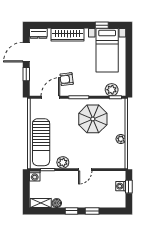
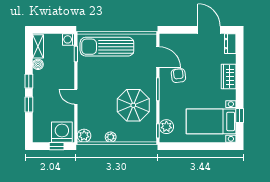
wardrobe: (67, 35) -> (229, 77), width x0.67
window: (26, 74) -> (184, 30), removed
plant: (63, 162) -> (84, 136), moved
washing machine: (121, 186) -> (62, 132), width x1.89, depth x1.89

